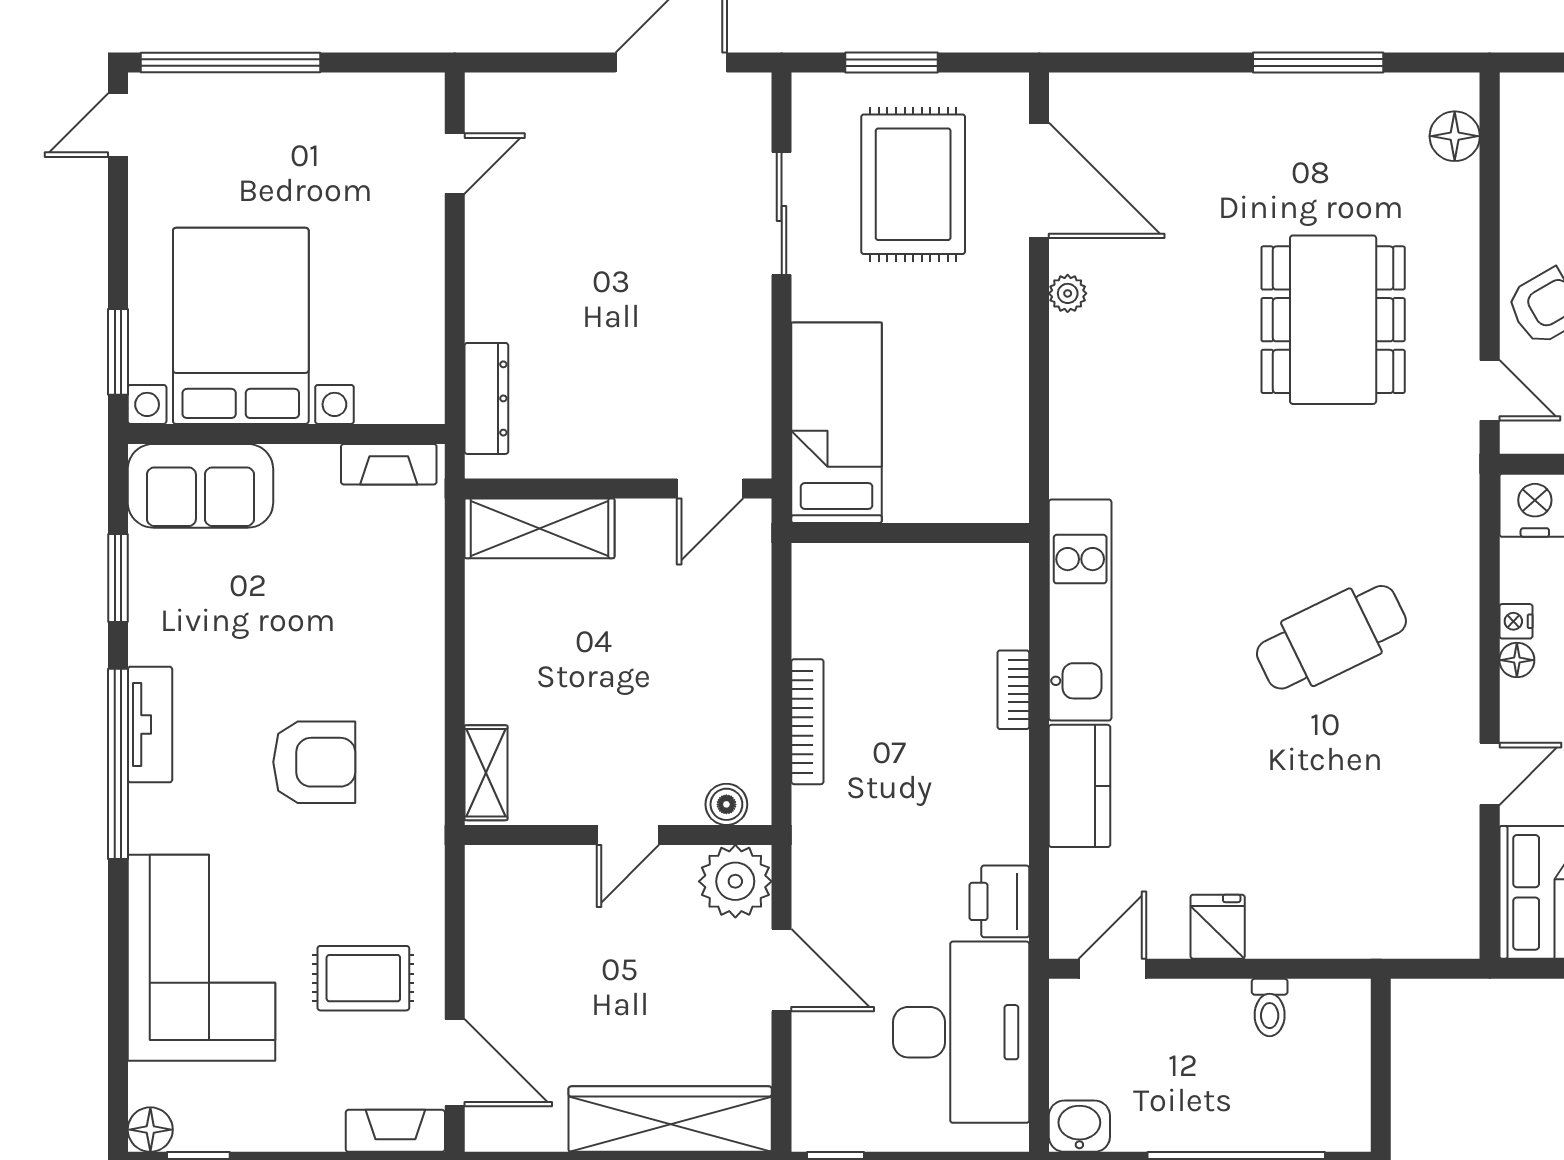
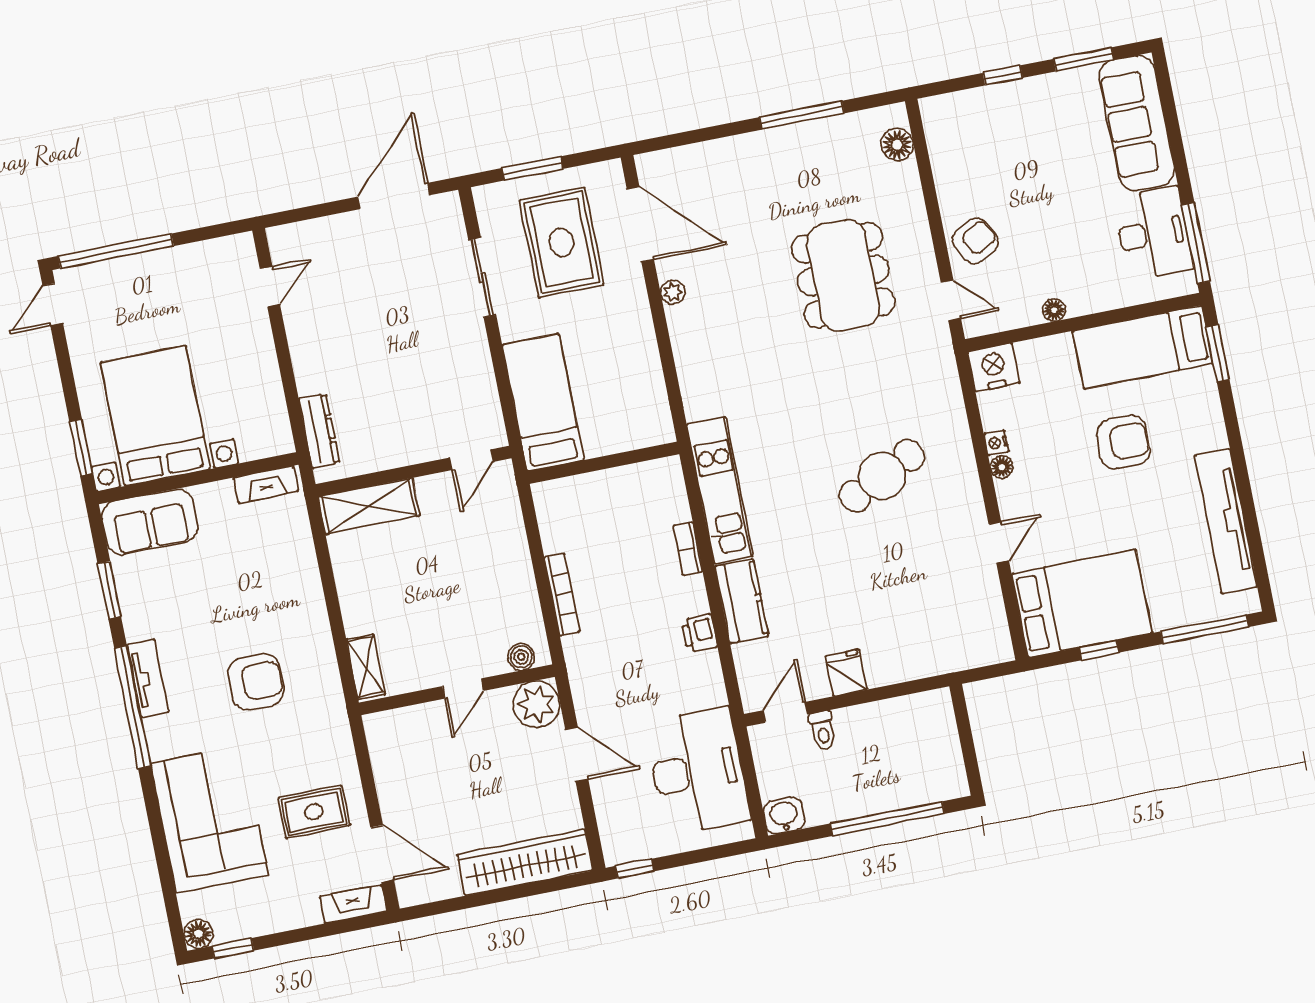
printer: (999, 901) -> (699, 633), moved, width x0.73, depth x0.81
toilet: (1270, 1007) -> (823, 730), moved

